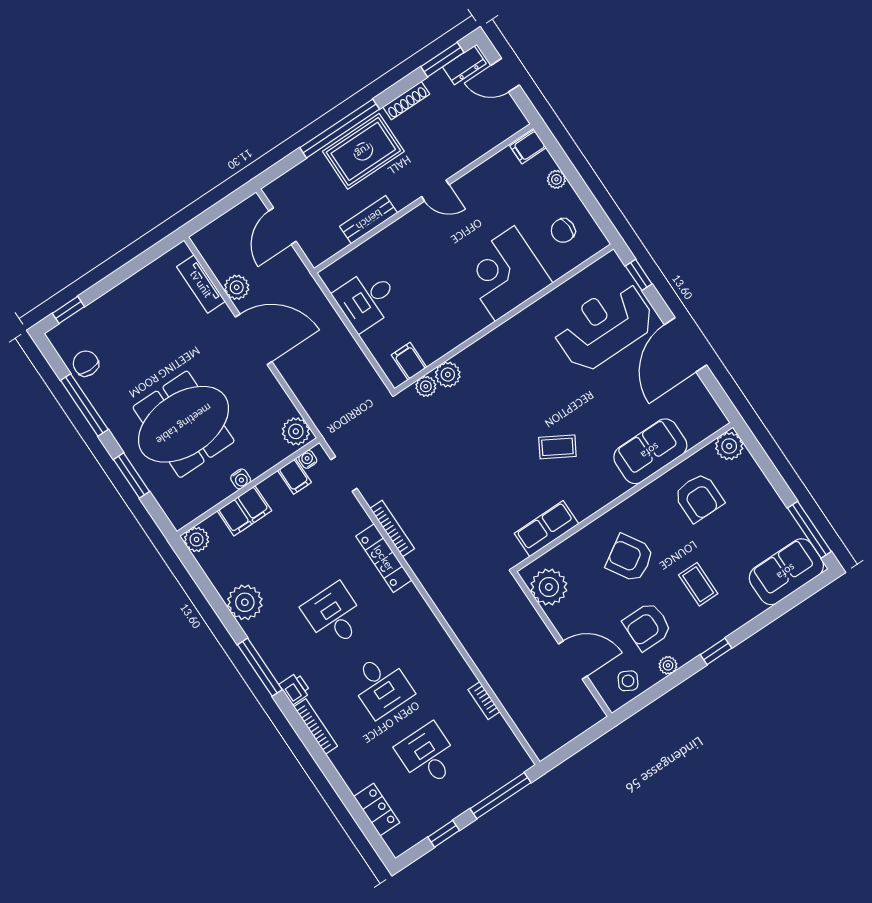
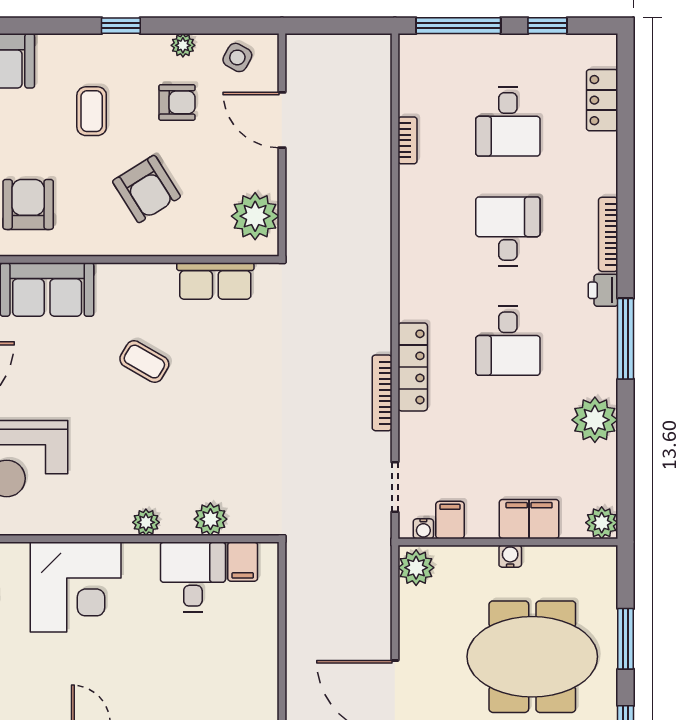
desk: (367, 299) -> (193, 577), moved, turned -90
plant: (426, 386) -> (146, 522), moved
armchair: (647, 626) -> (177, 102), width x0.72, depth x0.72

